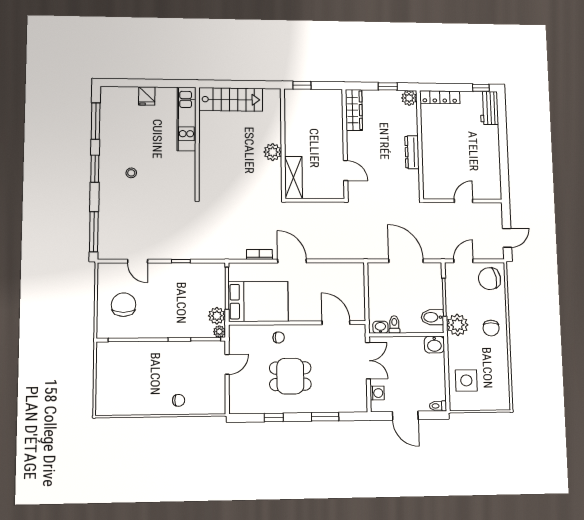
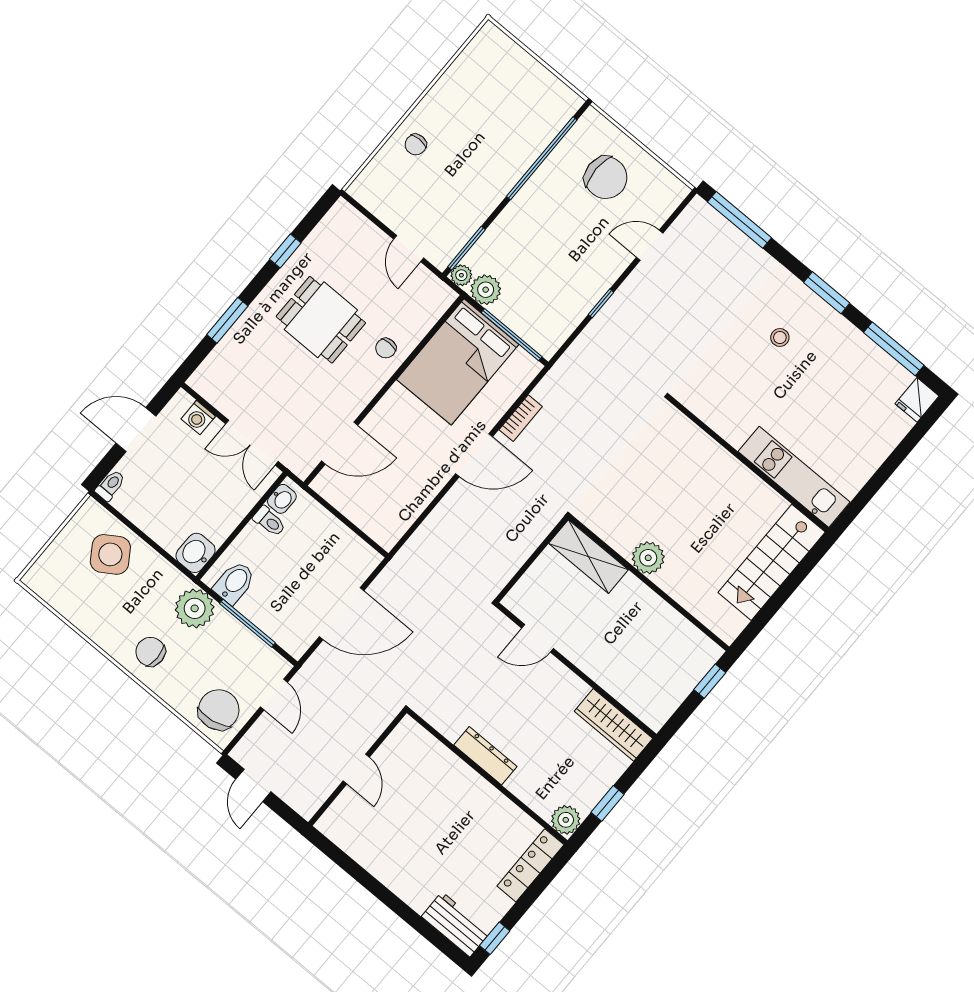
fridge: (147, 96) -> (917, 400), moved, turned -90
dining table: (290, 376) -> (321, 320), turned 90
side table: (466, 380) -> (110, 554), turned -33

